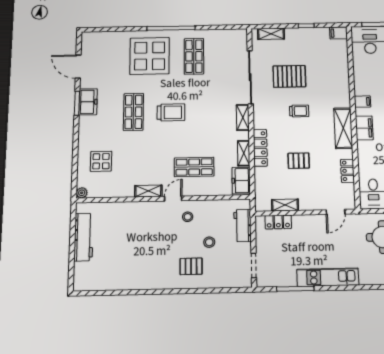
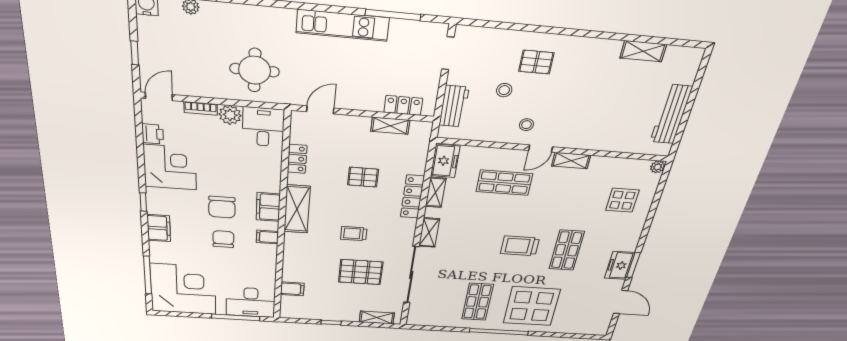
filing cabinet: (338, 33) -> (292, 289), moved
shelving: (117, 284) -> (643, 51), added

